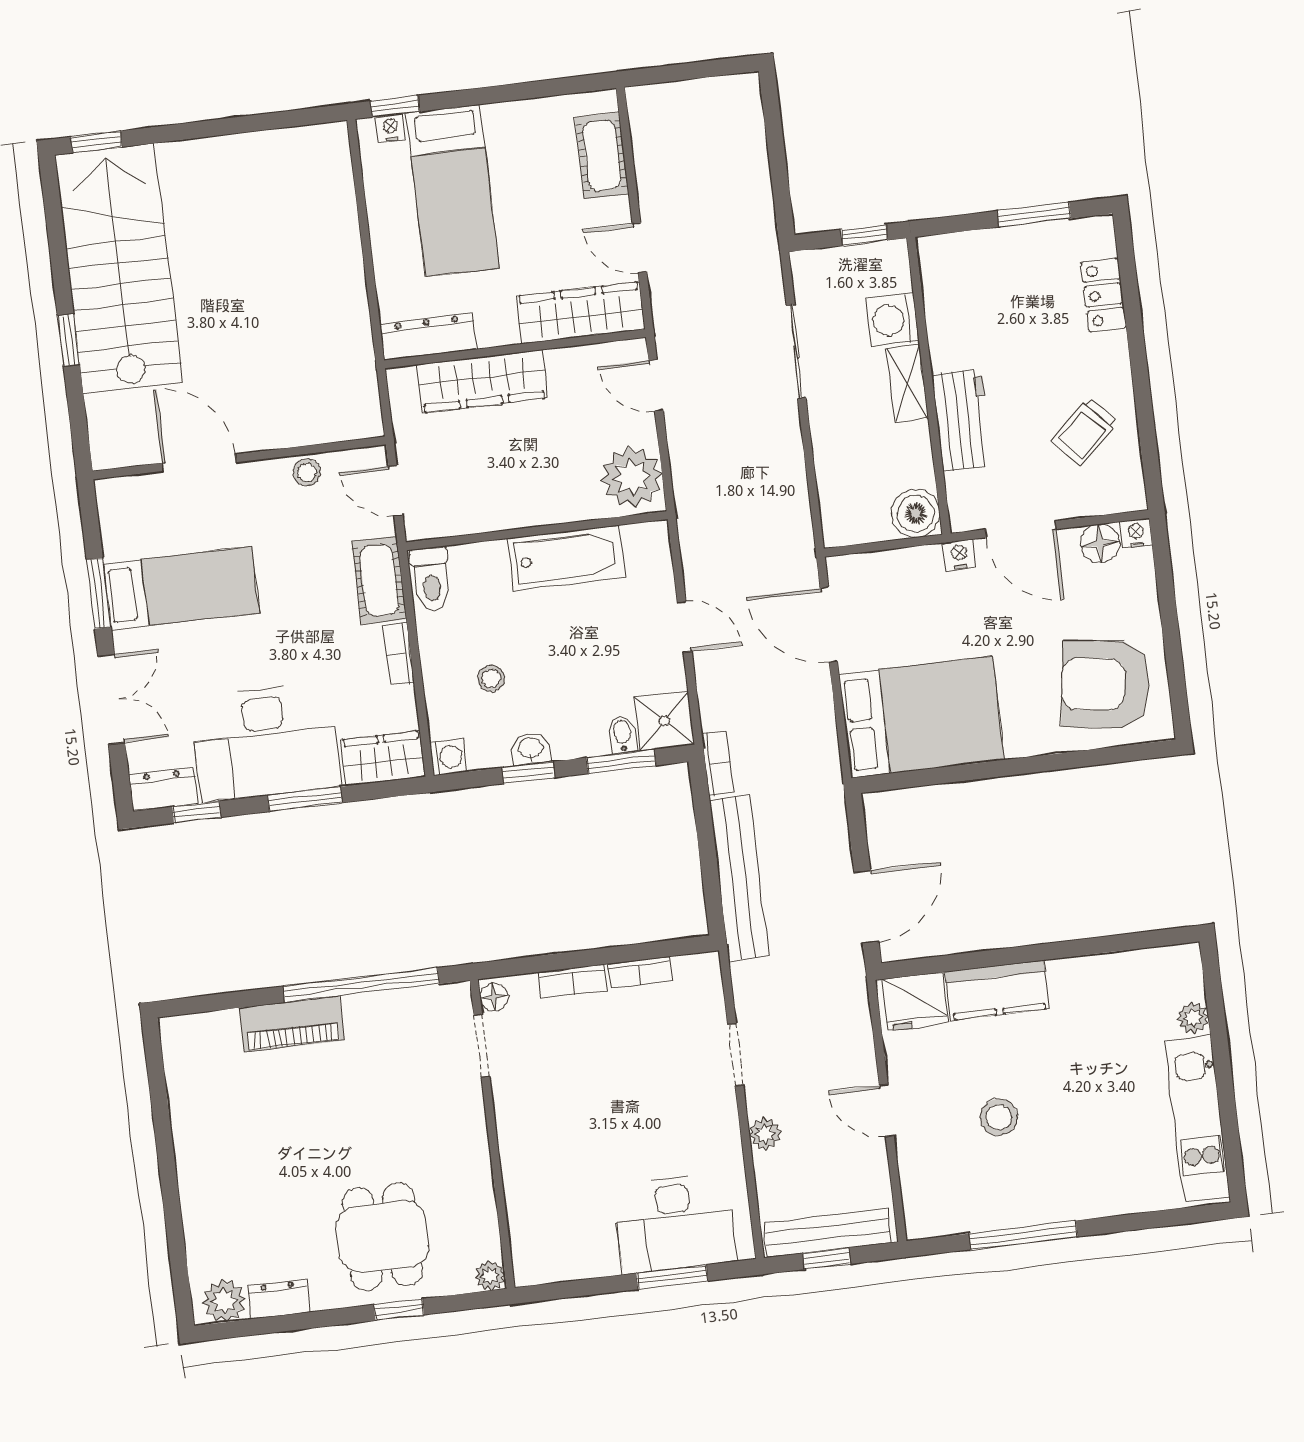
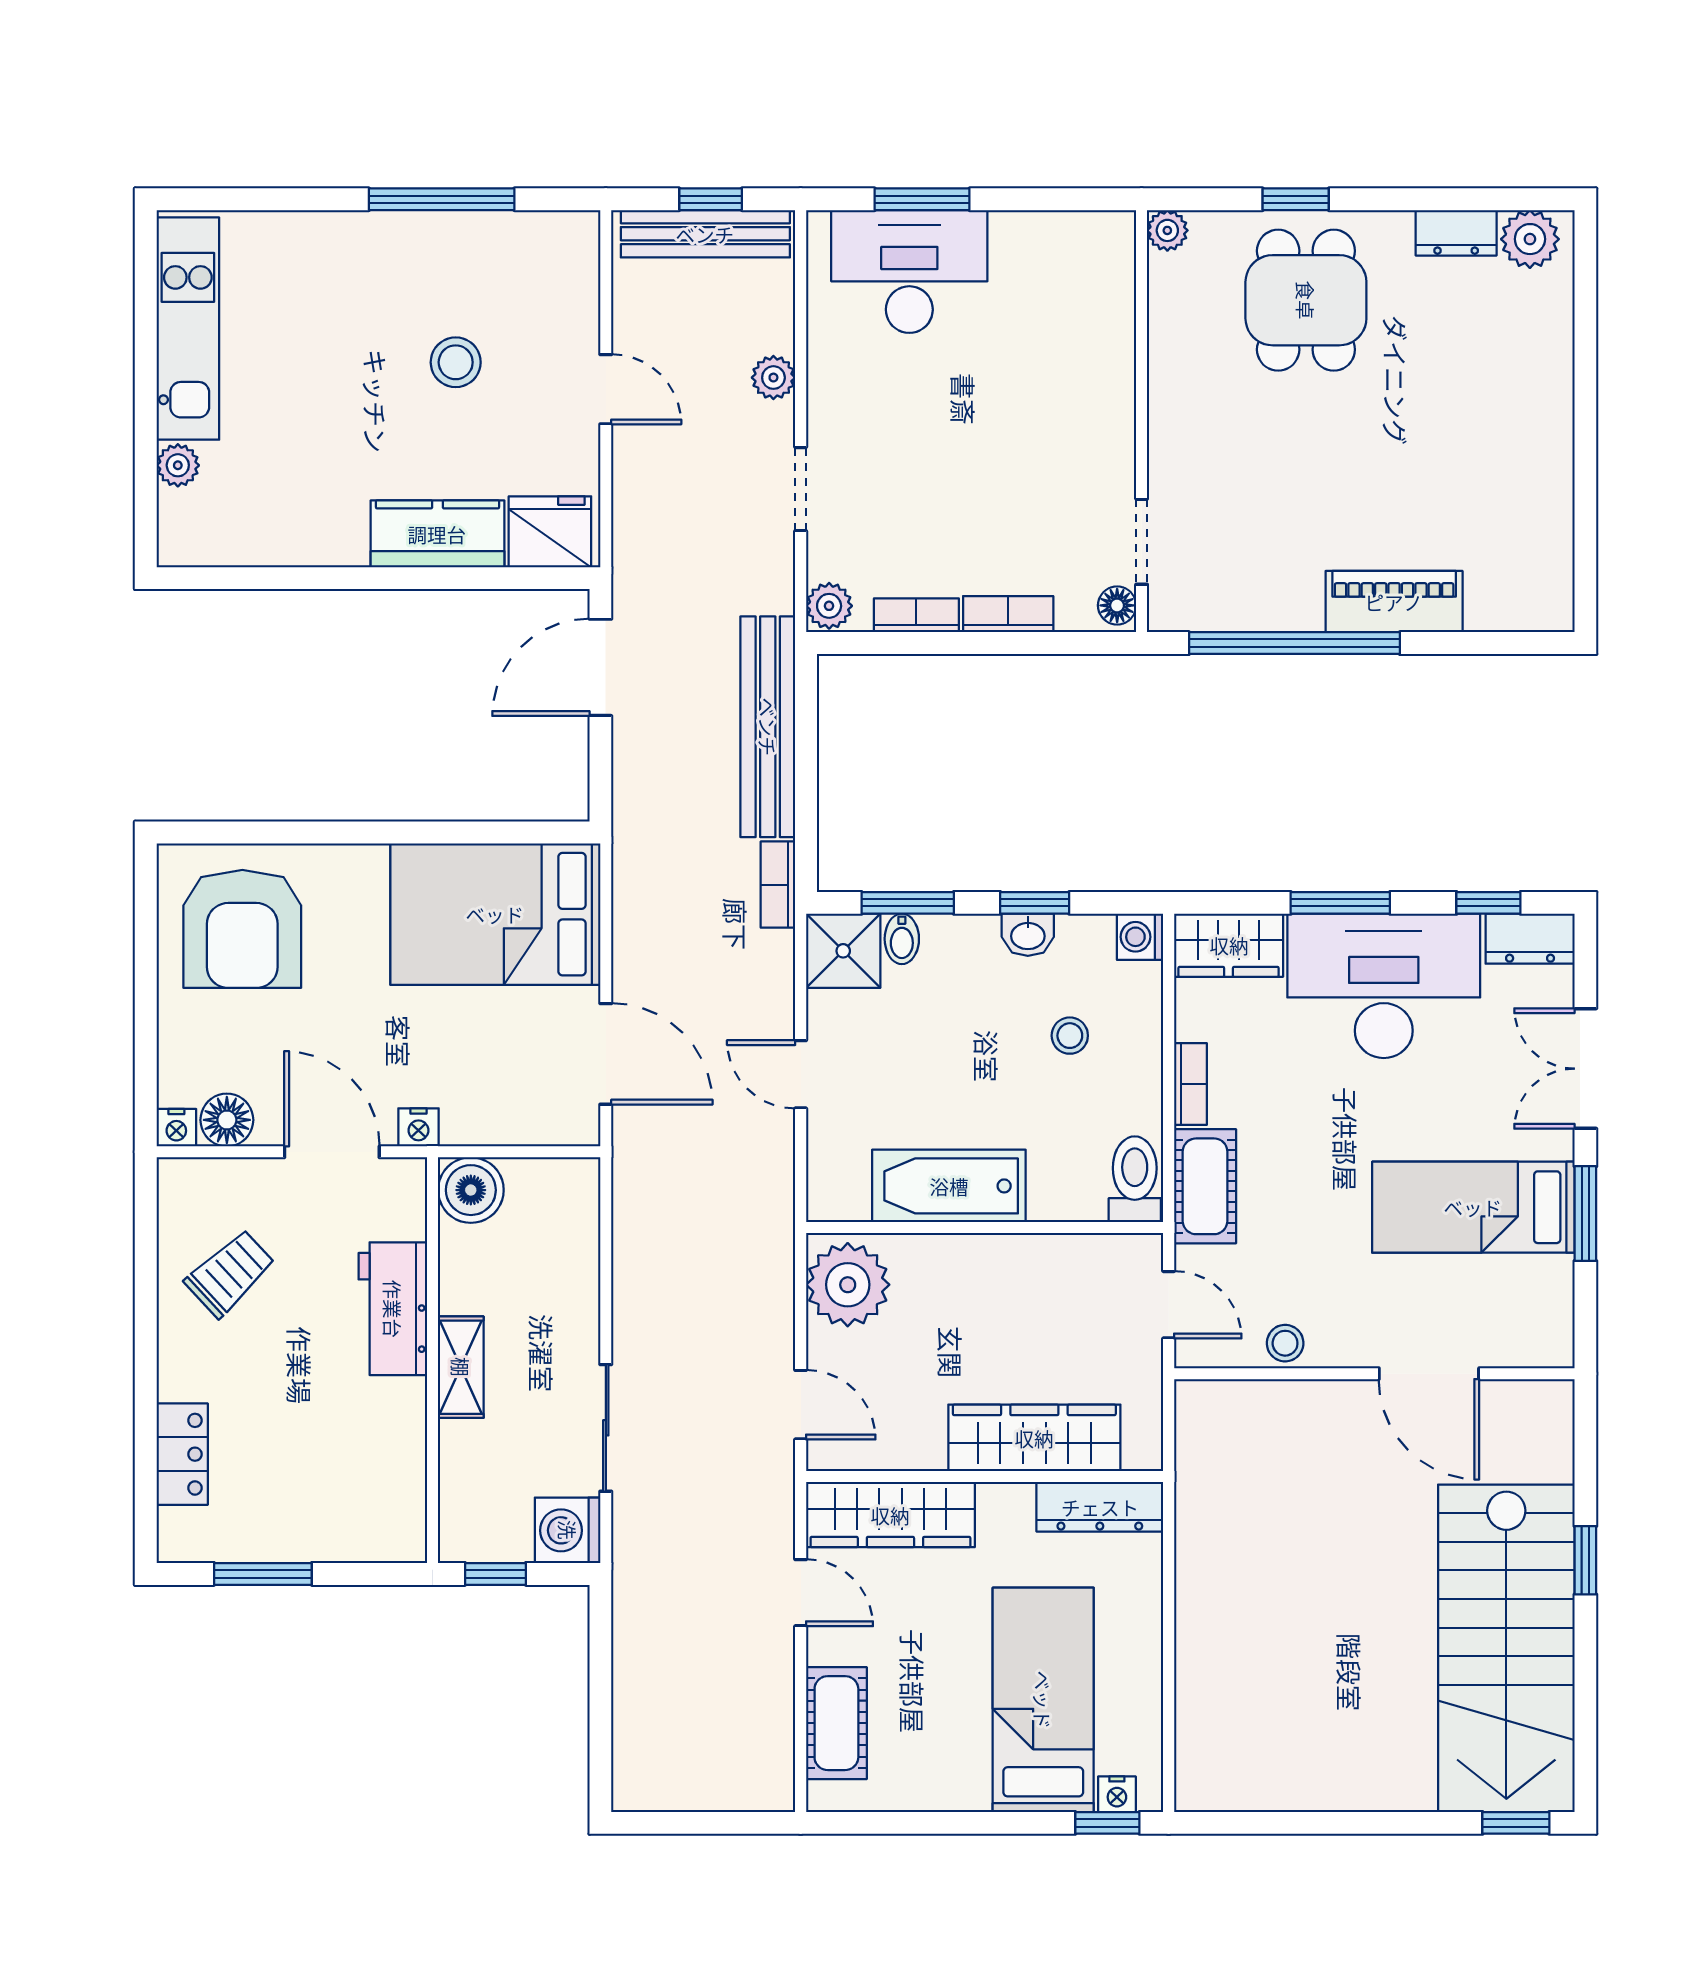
washing machine: (893, 320) -> (568, 1530), moved, turned 180
armchair: (1105, 684) -> (242, 929), turned 82
plant: (705, 972) -> (829, 606), added

